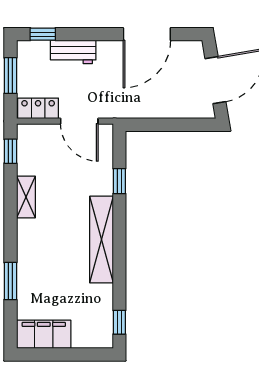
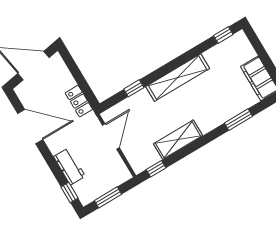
locker: (38, 108) -> (79, 101), moved
shelving: (26, 197) -> (178, 140), width x1.50, depth x1.33

